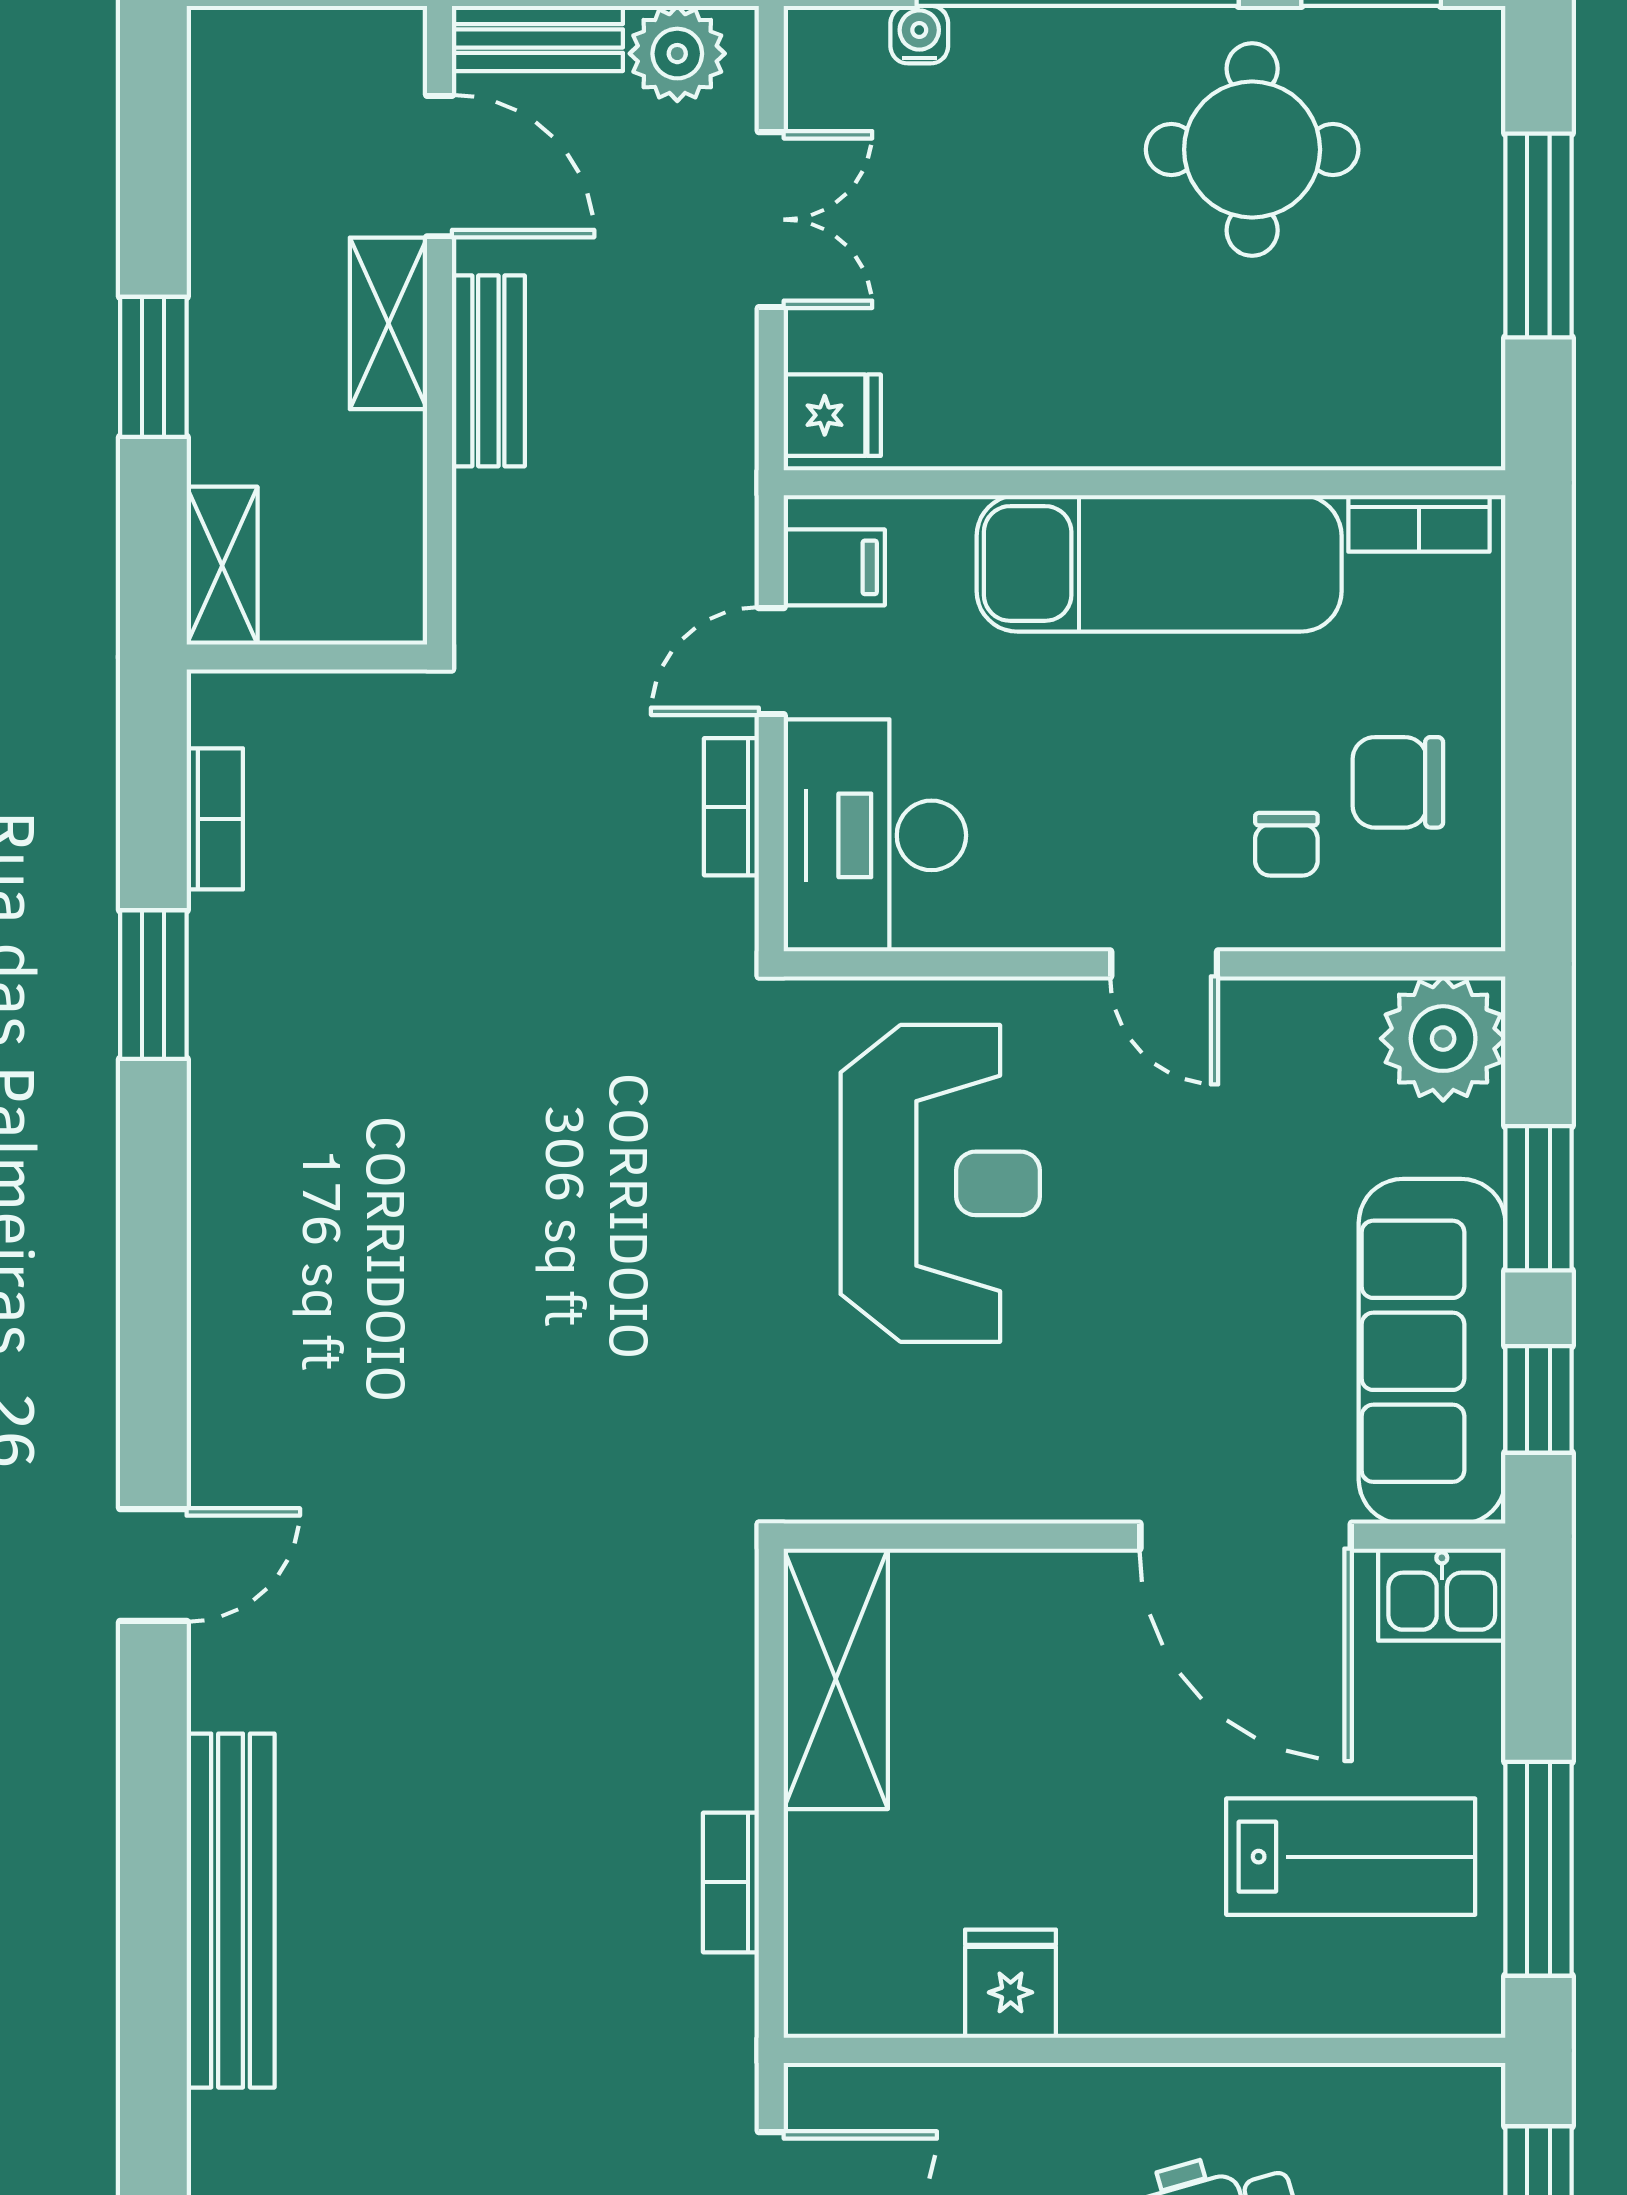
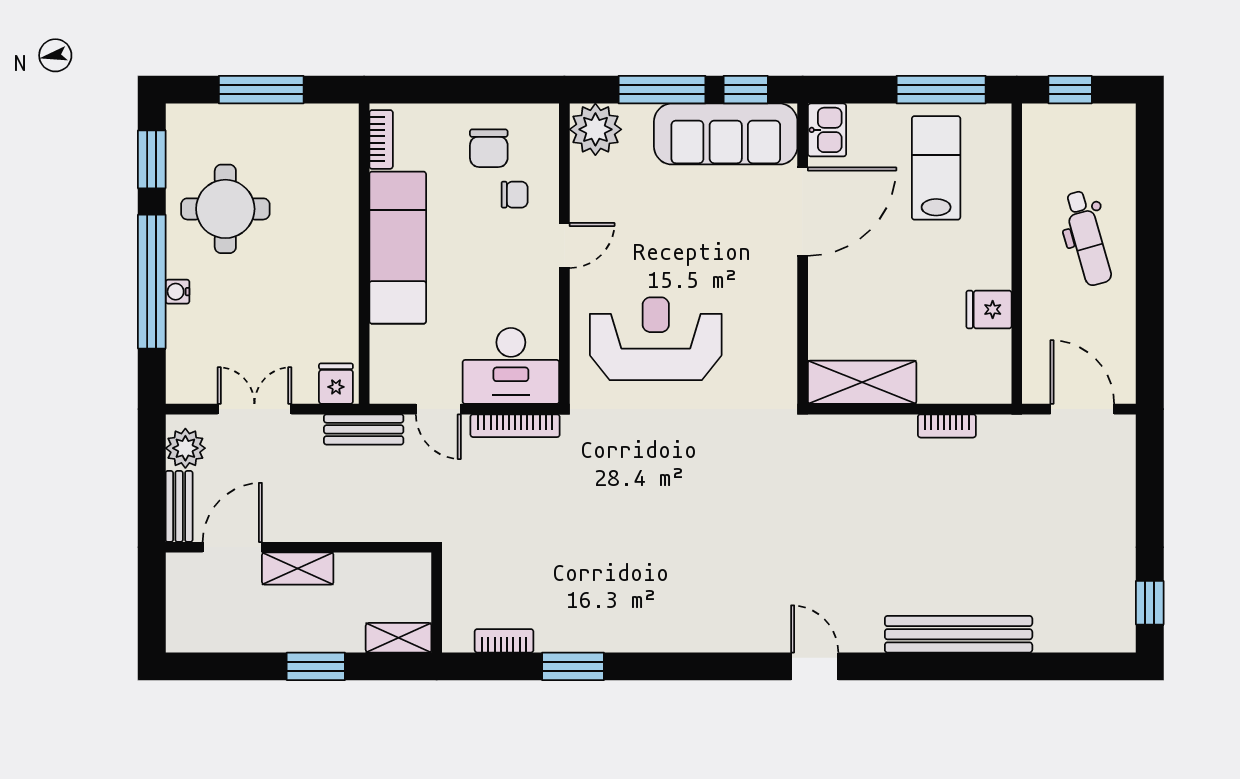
water cooler: (919, 35) -> (178, 292), moved
bench: (488, 371) -> (364, 429), moved
filing cabinet: (834, 567) -> (399, 383), removed
bookcase: (731, 807) -> (515, 426), width x1.56
window: (1538, 1198) -> (662, 90), width x1.44

